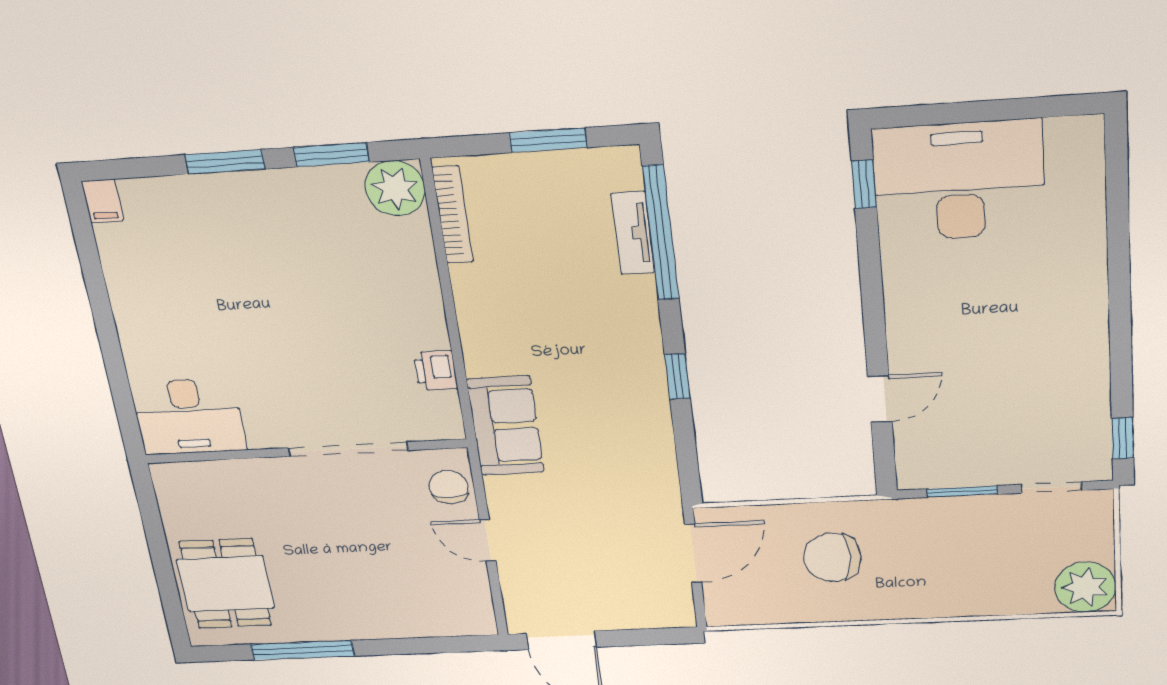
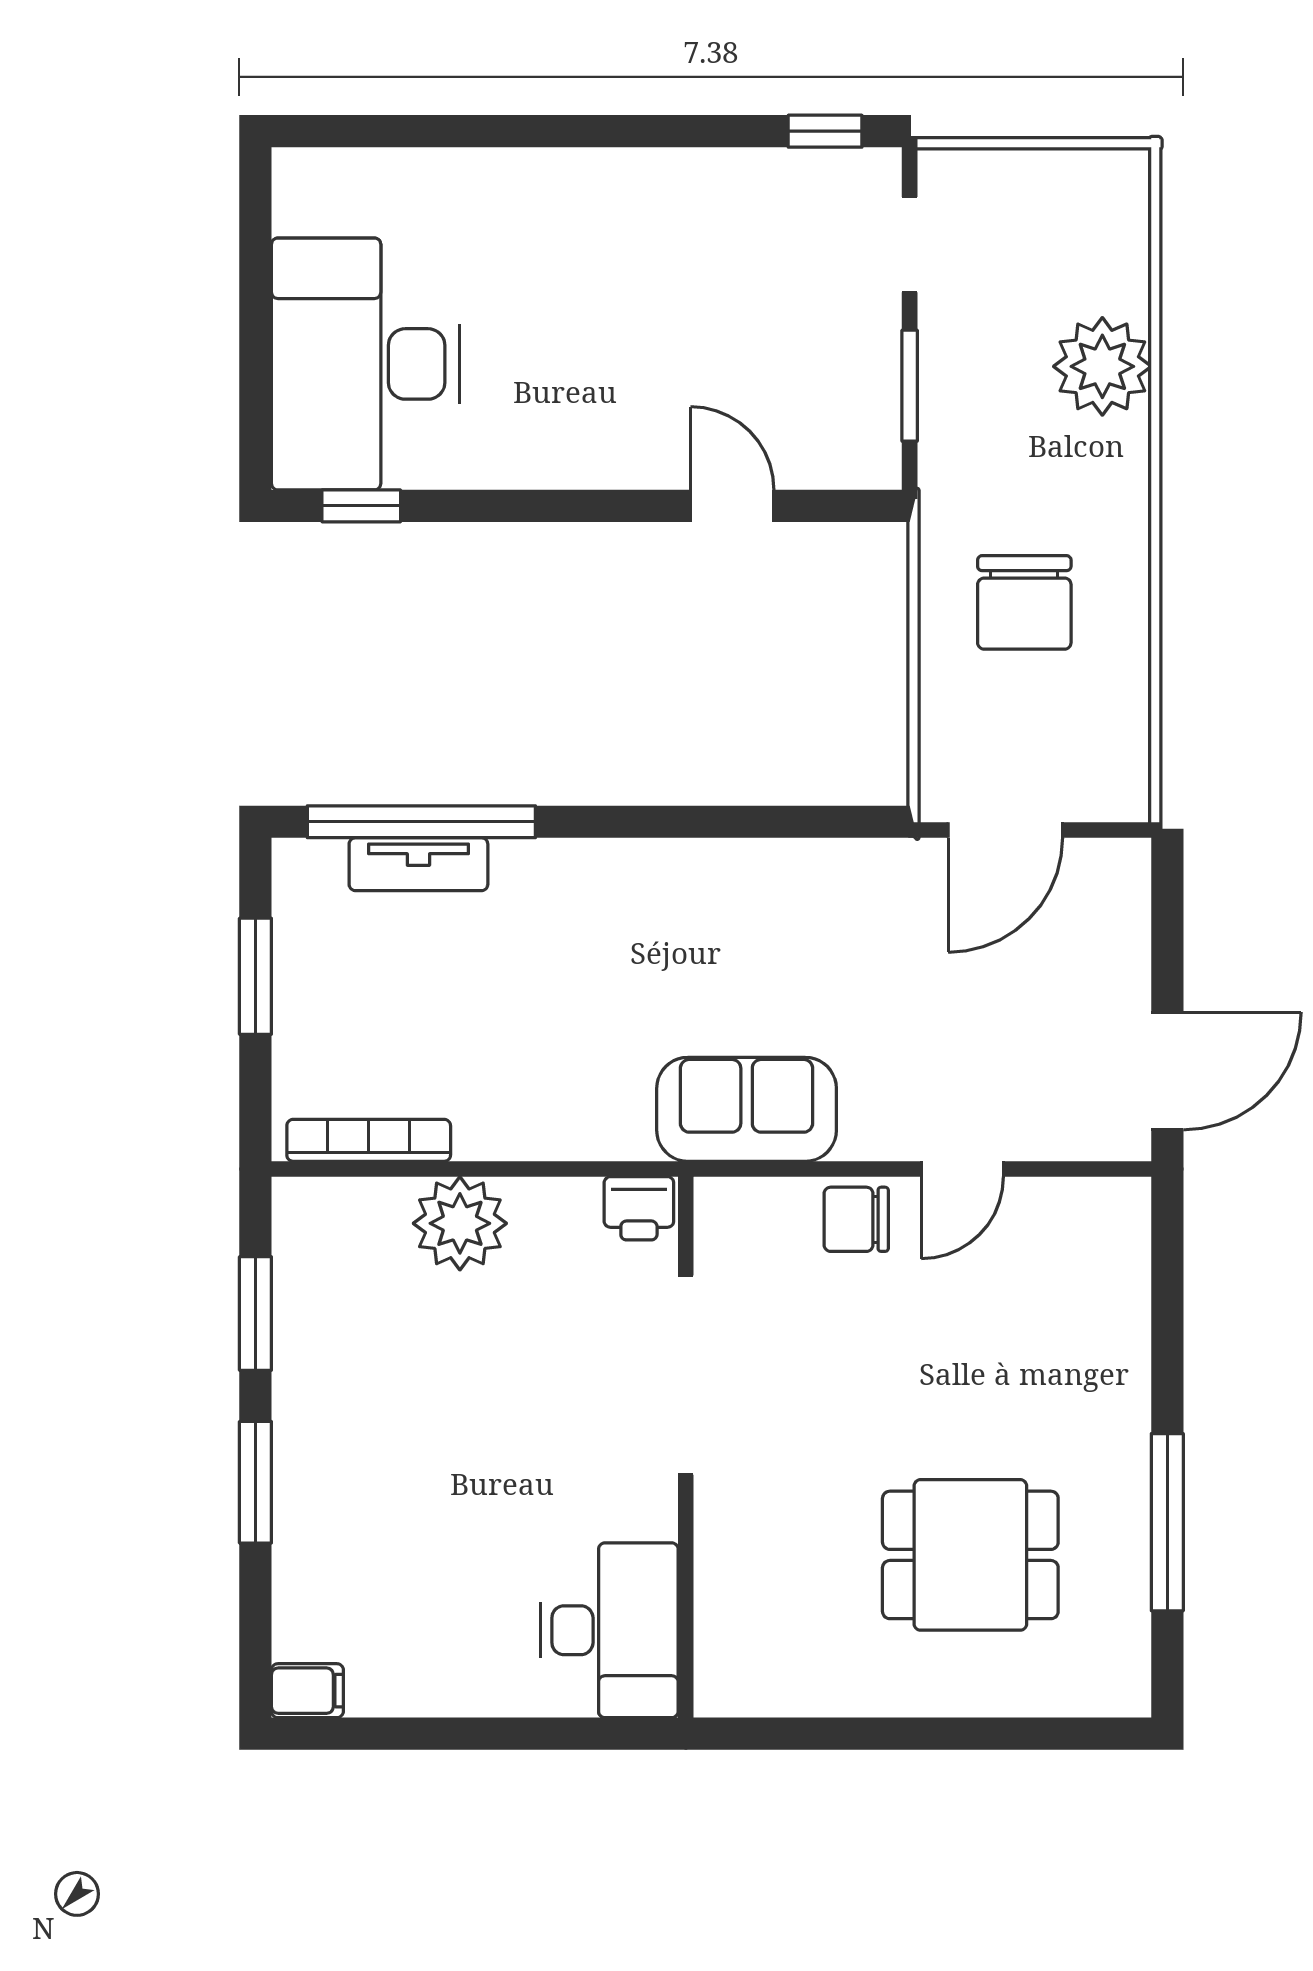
plant: (395, 188) -> (460, 1223), moved
window: (677, 376) -> (673, 822), removed
desk: (189, 416) -> (610, 1630), moved
doorway: (348, 449) -> (686, 1375), moved
wall: (305, 451) -> (686, 1447), moved
door: (693, 554) -> (1005, 830), swing flipped
dining table: (226, 584) -> (970, 1555), moved
plant: (1085, 587) -> (1102, 366), moved

